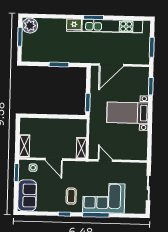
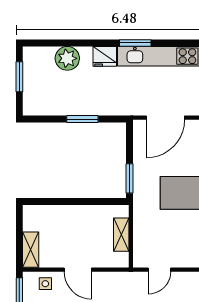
plant: (30, 26) -> (67, 58), moved
shelving: (81, 148) -> (121, 235), moved
door: (105, 161) -> (159, 270), swing flipped

